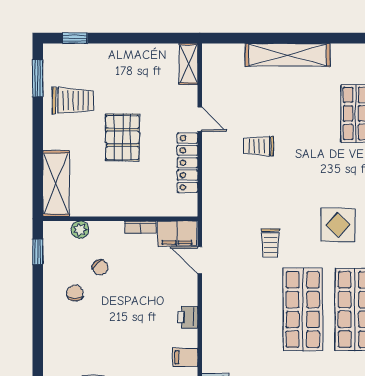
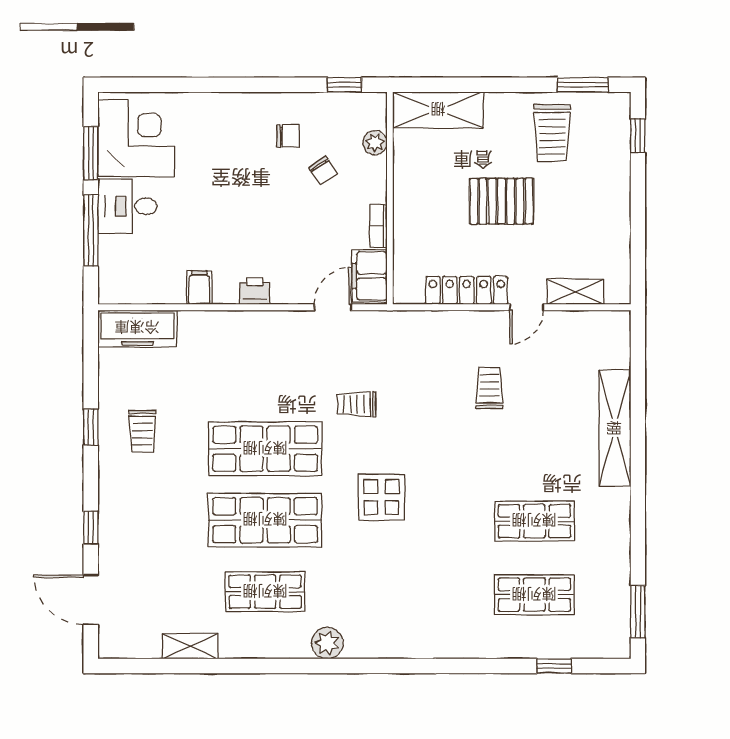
shelving: (188, 64) -> (575, 292), moved
chair: (100, 267) -> (323, 171), turned -85

